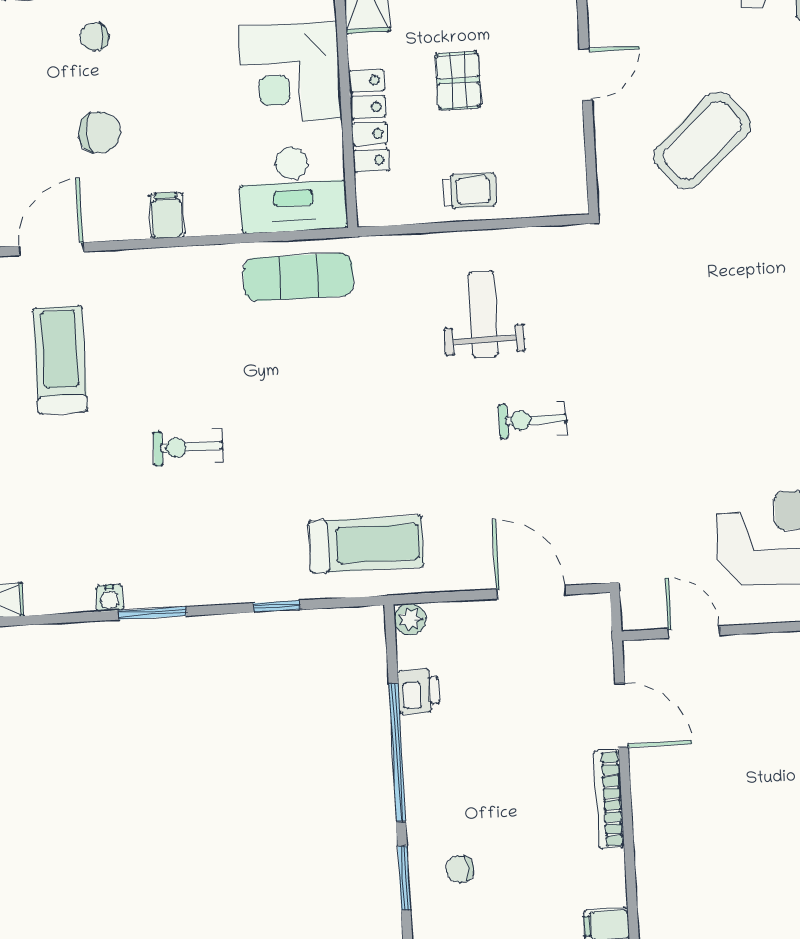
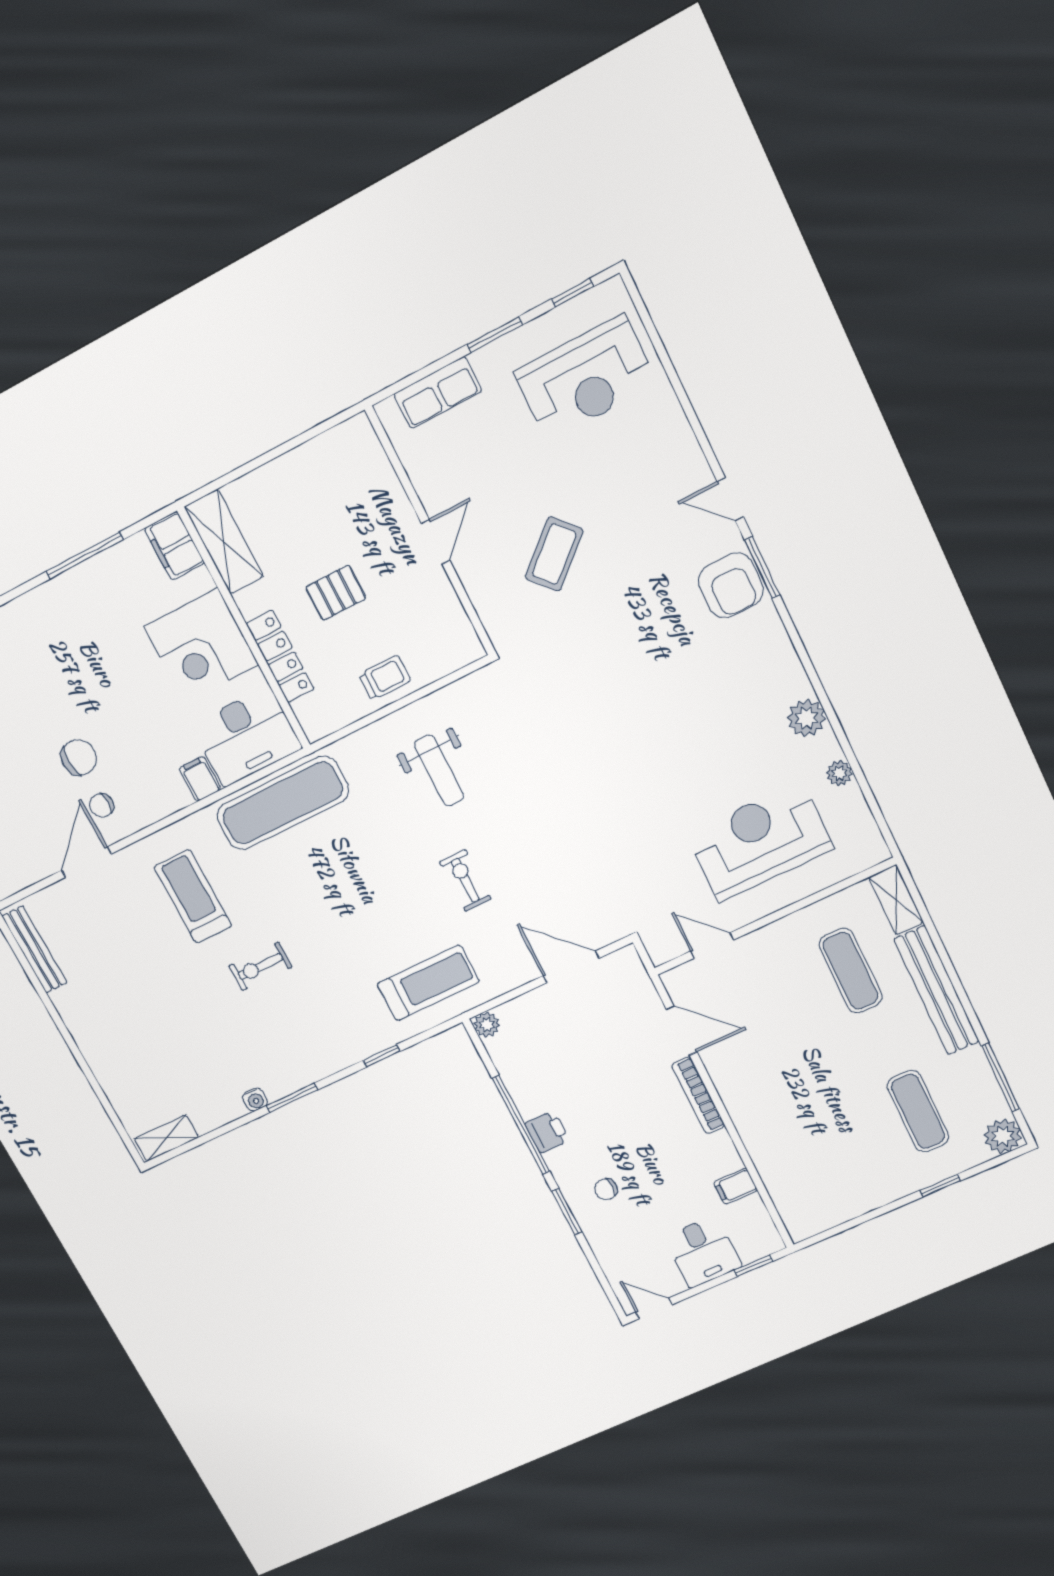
chair: (94, 37) -> (102, 805), moved
pallet: (458, 81) -> (336, 593), turned 90
coffee table: (702, 140) -> (554, 554), width x0.73, depth x0.76
filing cabinet: (167, 215) -> (200, 779), moved
exercise mat: (298, 277) -> (283, 803), width x1.36, depth x1.45
weight bench: (483, 314) -> (439, 770), turned 180
treadmill: (60, 360) -> (193, 897), moved
exercise bike: (533, 420) -> (465, 880), moved, turned 90
printer: (418, 691) -> (547, 1132), moved

